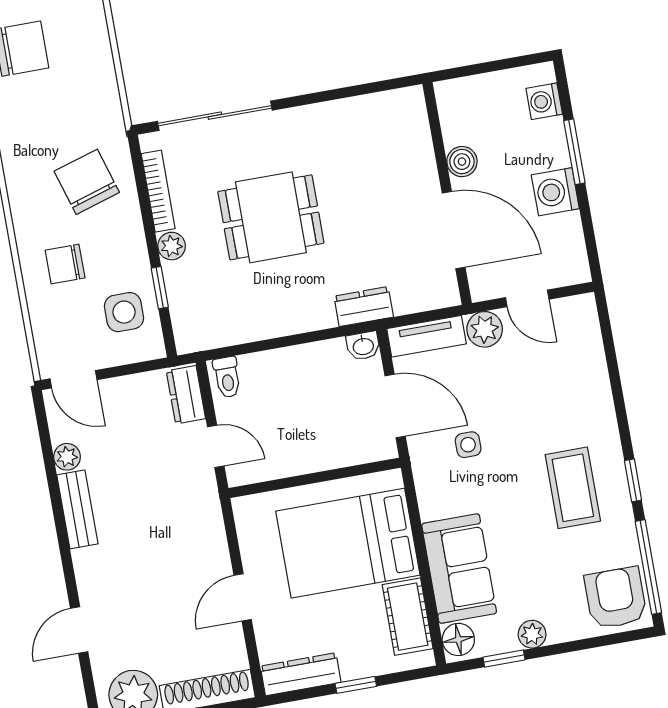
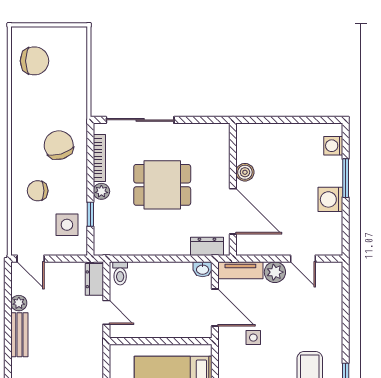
boiler: (462, 162) -> (245, 172), moved
wall: (447, 194) -> (233, 189), moved
door: (454, 230) -> (233, 211), moved

